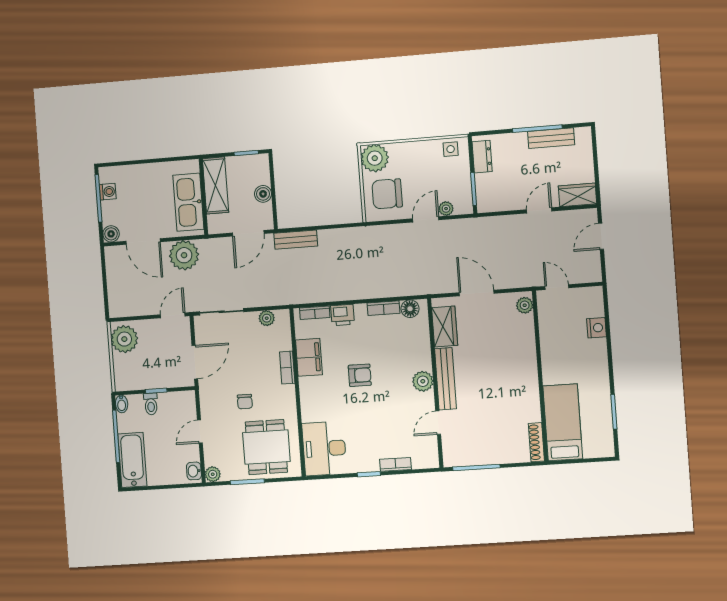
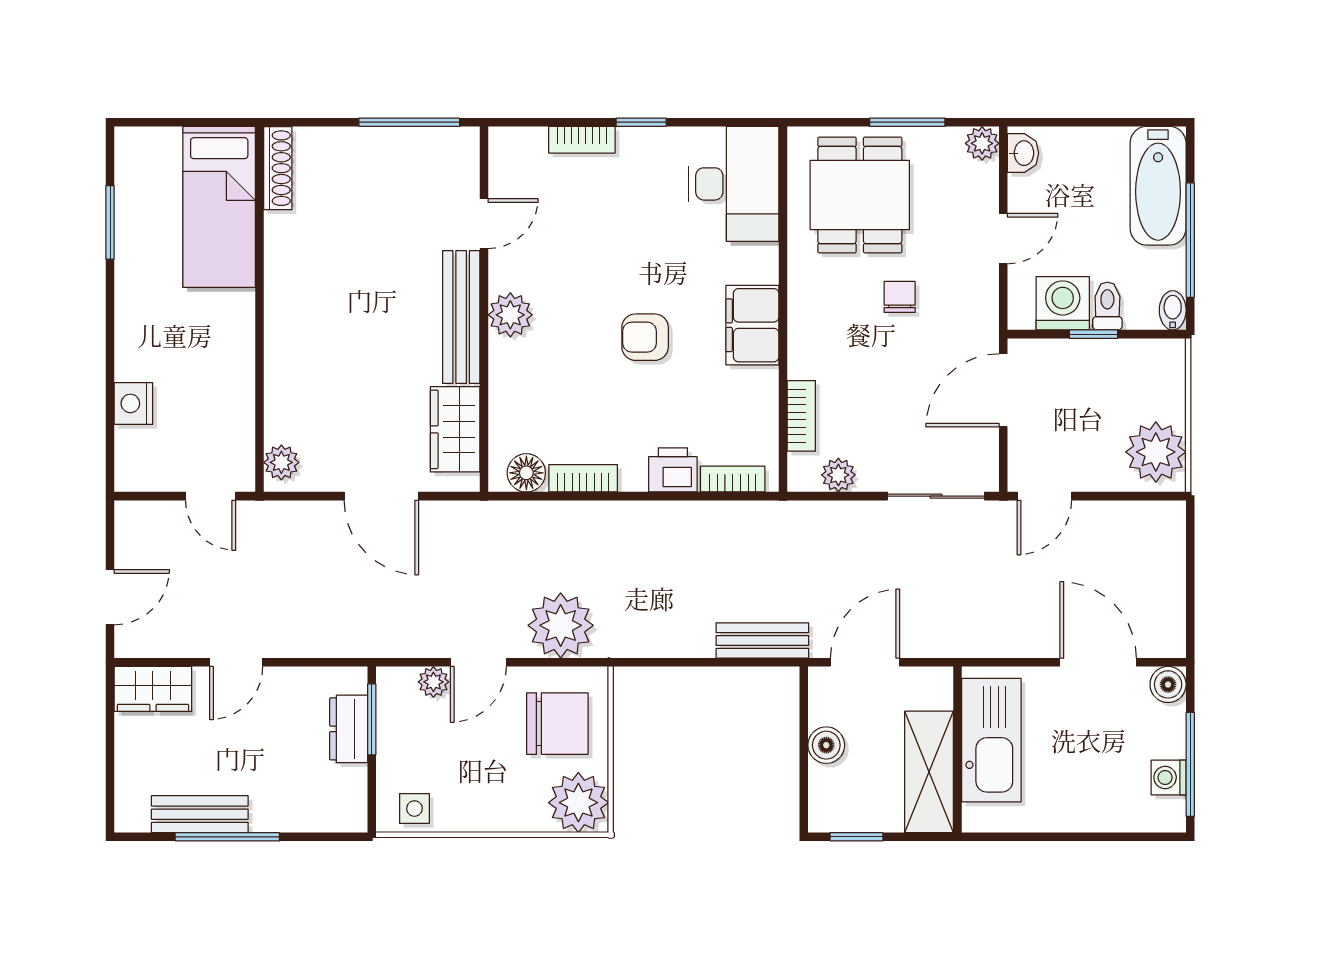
dresser: (482, 157) -> (349, 729), moved
plant: (184, 255) -> (561, 625), moved
filing cabinet: (309, 357) -> (752, 325), moved
bookcase: (287, 368) -> (801, 416), moved
washing machine: (171, 404) -> (1063, 303), added

